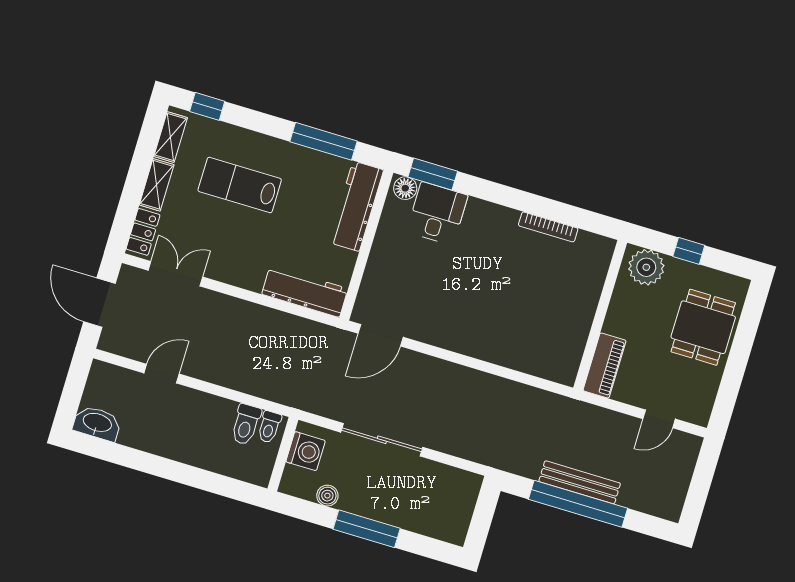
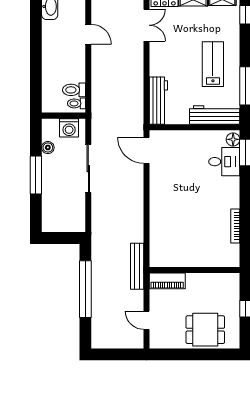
lab bench: (240, 185) -> (213, 64), moved
plant: (646, 267) -> (229, 288), removed
bench: (580, 482) -> (137, 266), moved

